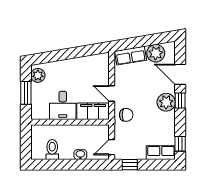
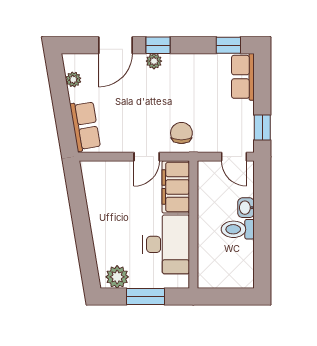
plant: (156, 53) -> (73, 79), width x0.53, depth x0.53
plant: (166, 102) -> (154, 61), width x0.53, depth x0.53
desk: (63, 105) -> (166, 244), width x1.37
toilet: (52, 149) -> (238, 229), moved

